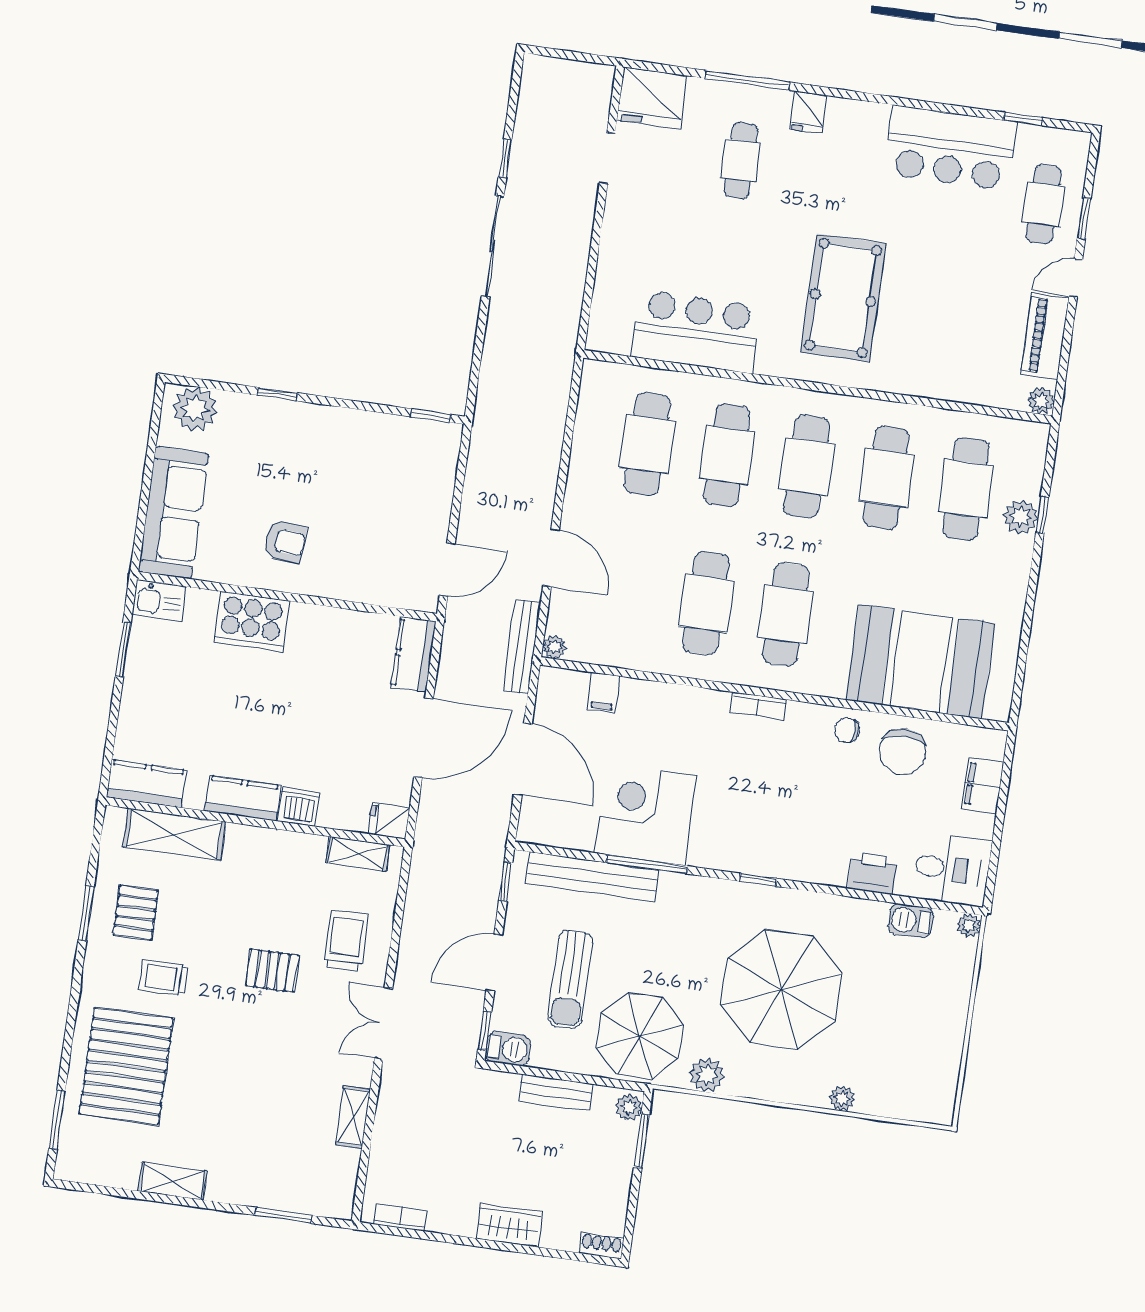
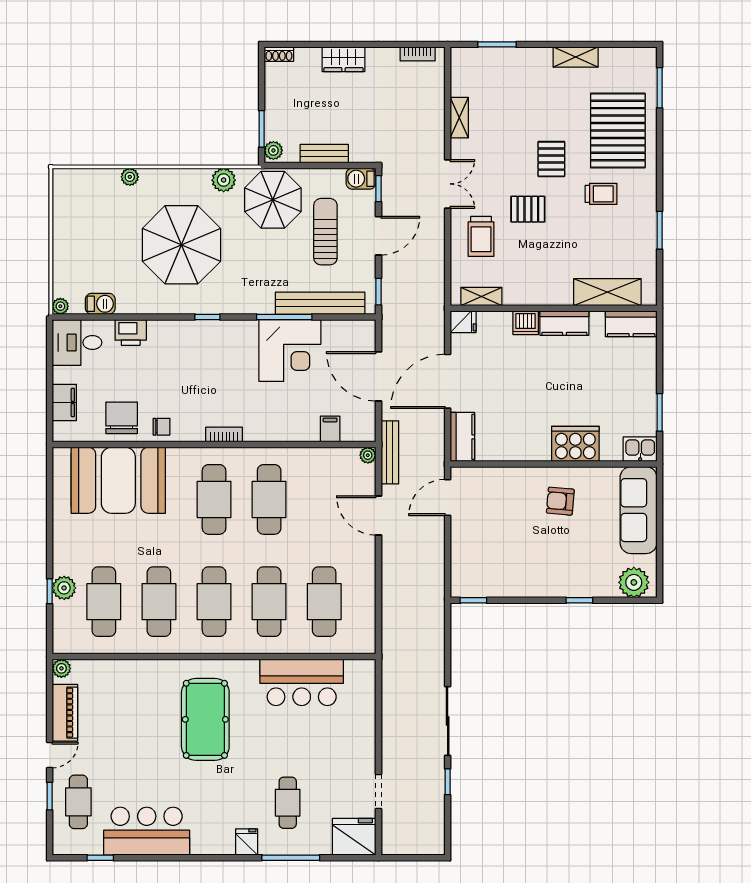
pallet: (136, 913) -> (551, 159), moved

